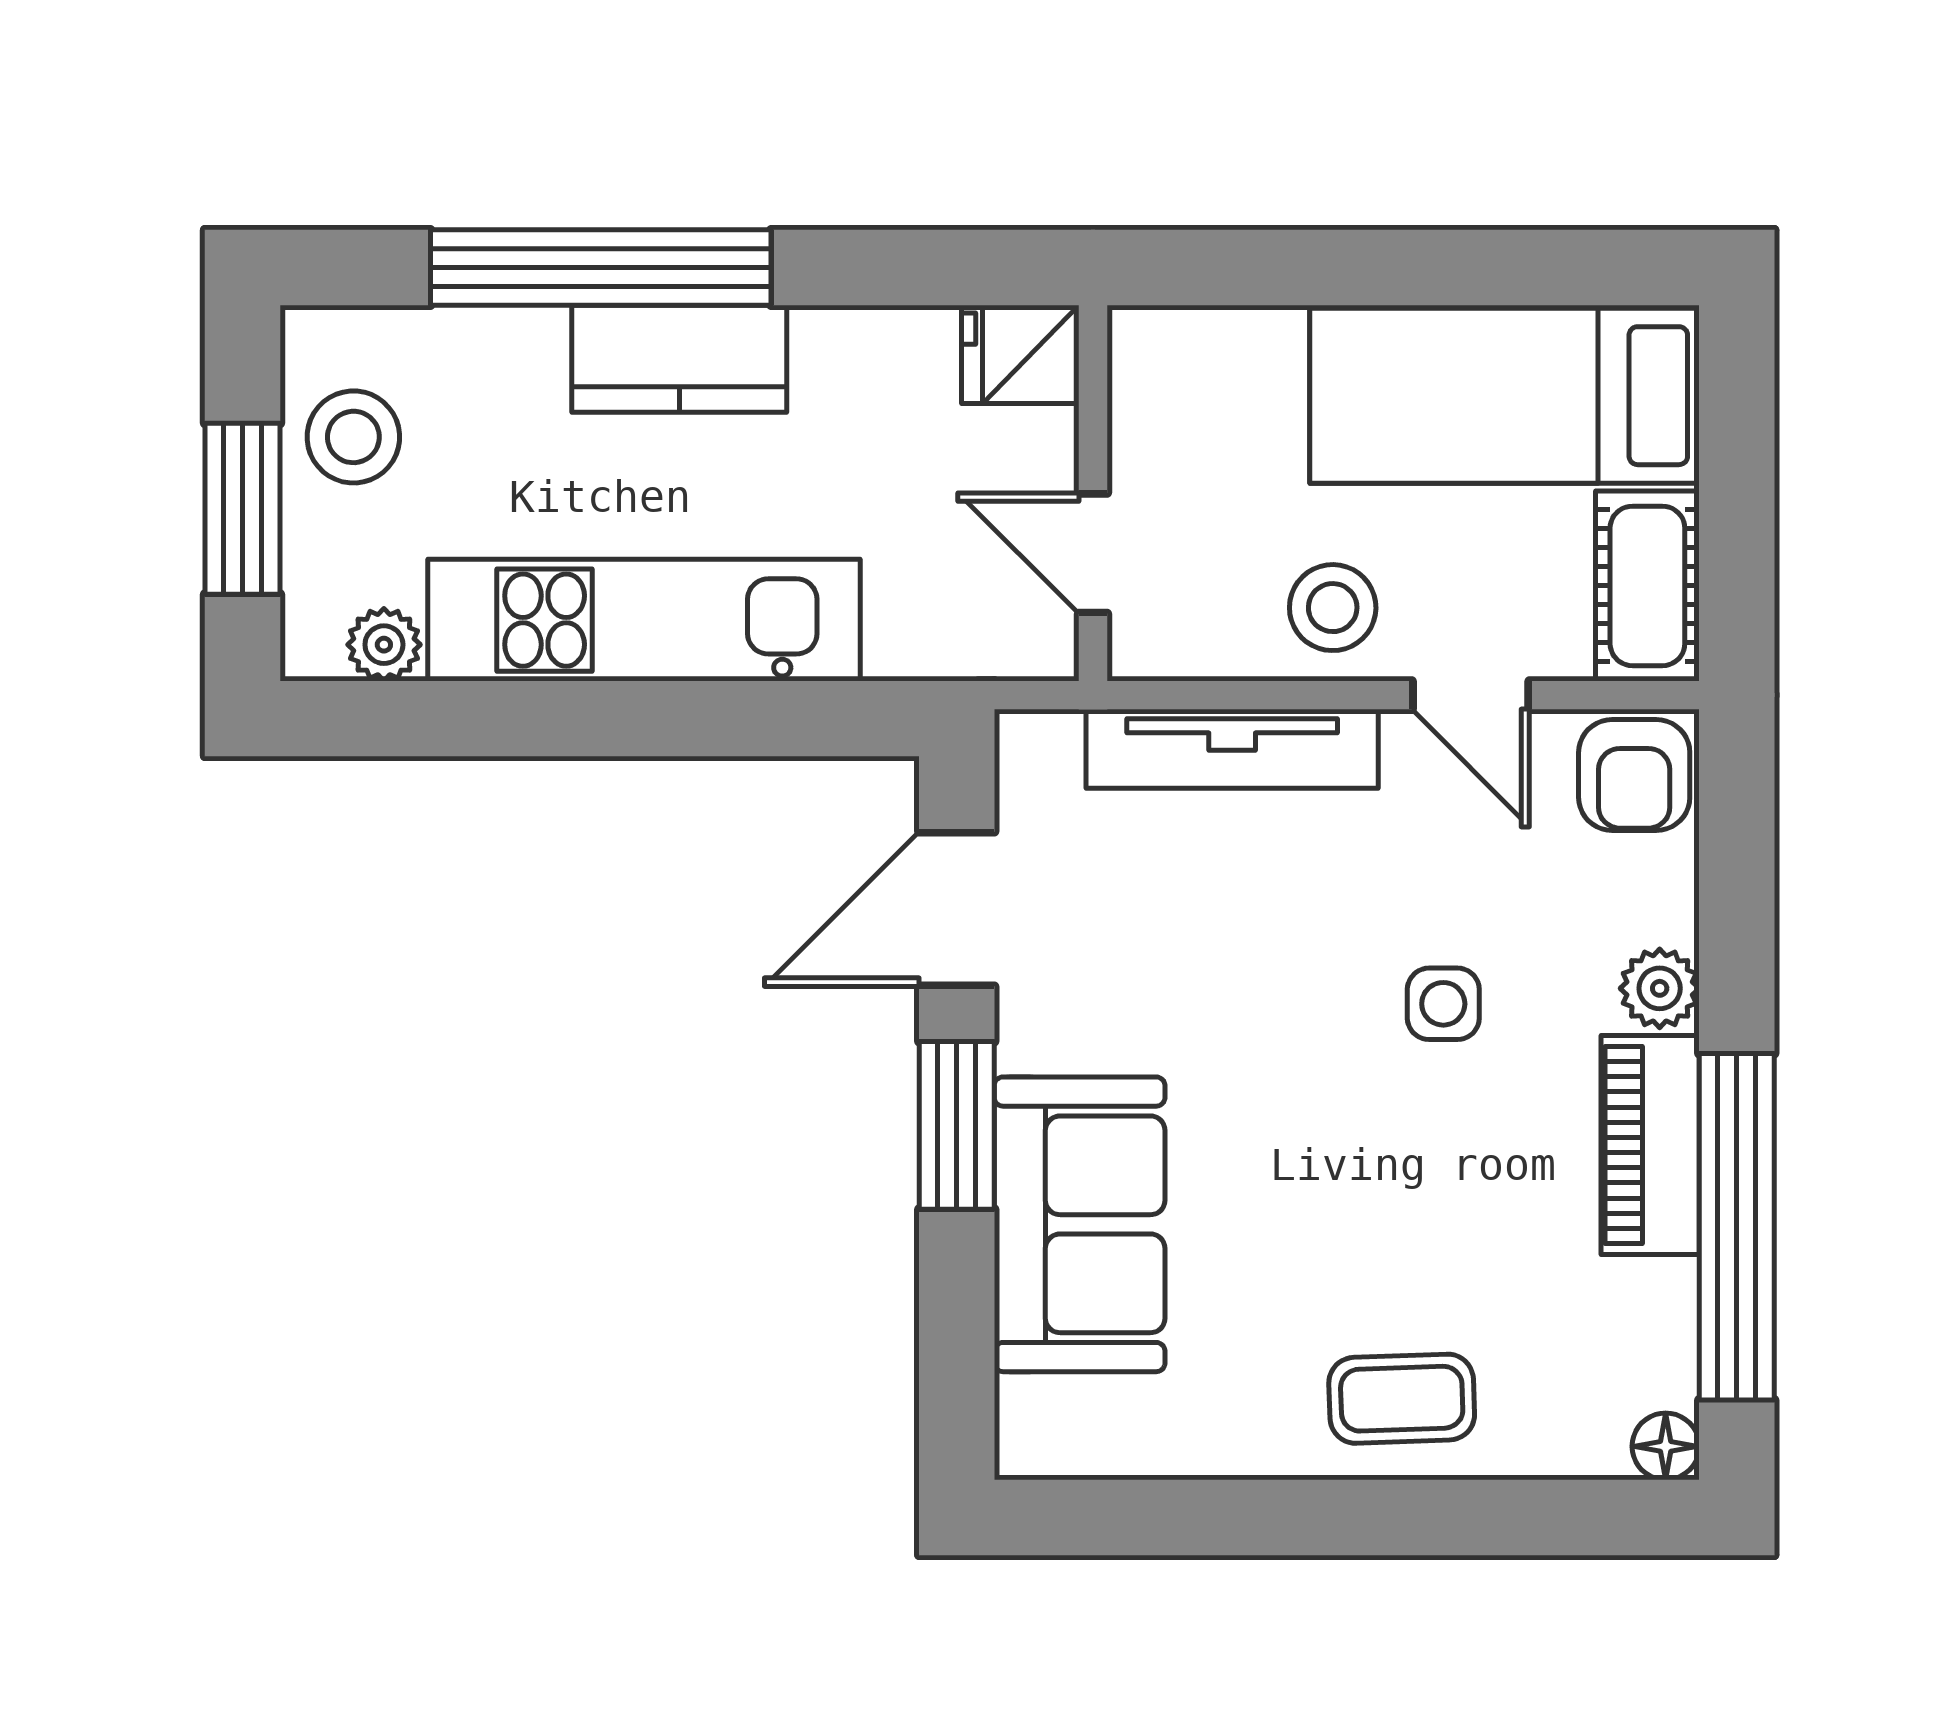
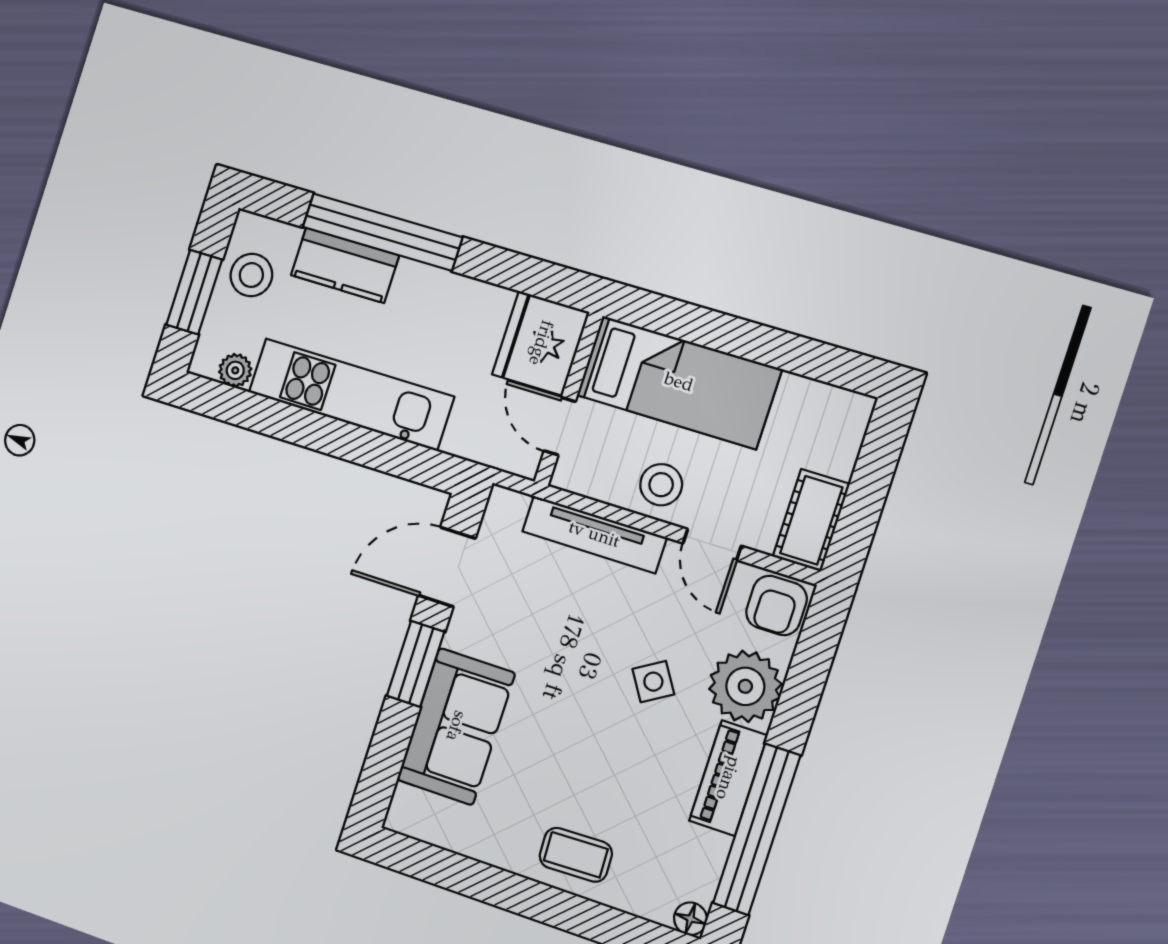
fridge: (1020, 354) -> (541, 343), width x1.88, depth x1.34
kitchen counter: (679, 359) -> (345, 265), moved
bed: (1505, 396) -> (679, 382), moved, turned 180
plant: (1660, 988) -> (745, 686), width x1.88, depth x1.88
side table: (1443, 1004) -> (653, 682), turned -32

